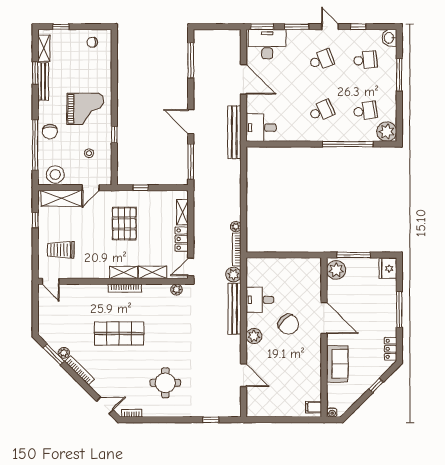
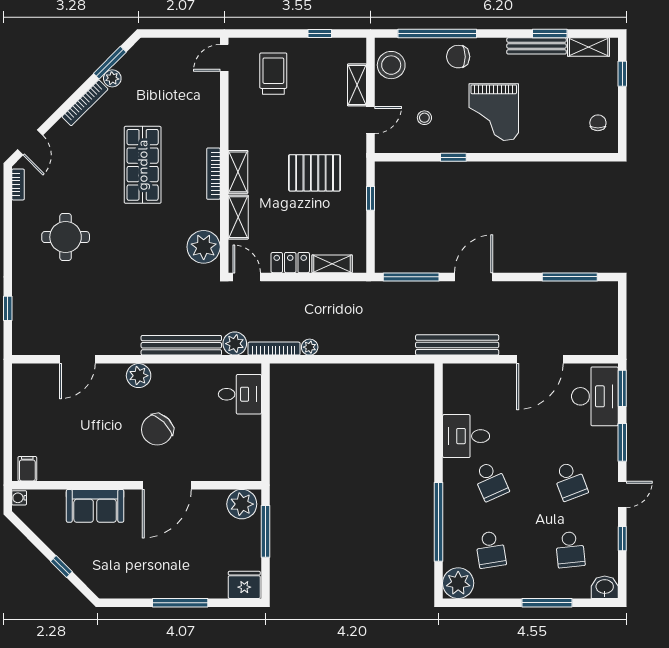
desk: (261, 128) -> (466, 436), moved, turned -90
door: (90, 188) -> (371, 120), swing flipped
shelving: (61, 198) -> (357, 85), width x0.67, depth x0.75
plant: (177, 290) -> (204, 247), width x1.88, depth x1.88
desk: (260, 300) -> (240, 394), moved, turned 90
locker: (391, 349) -> (119, 589), removed

